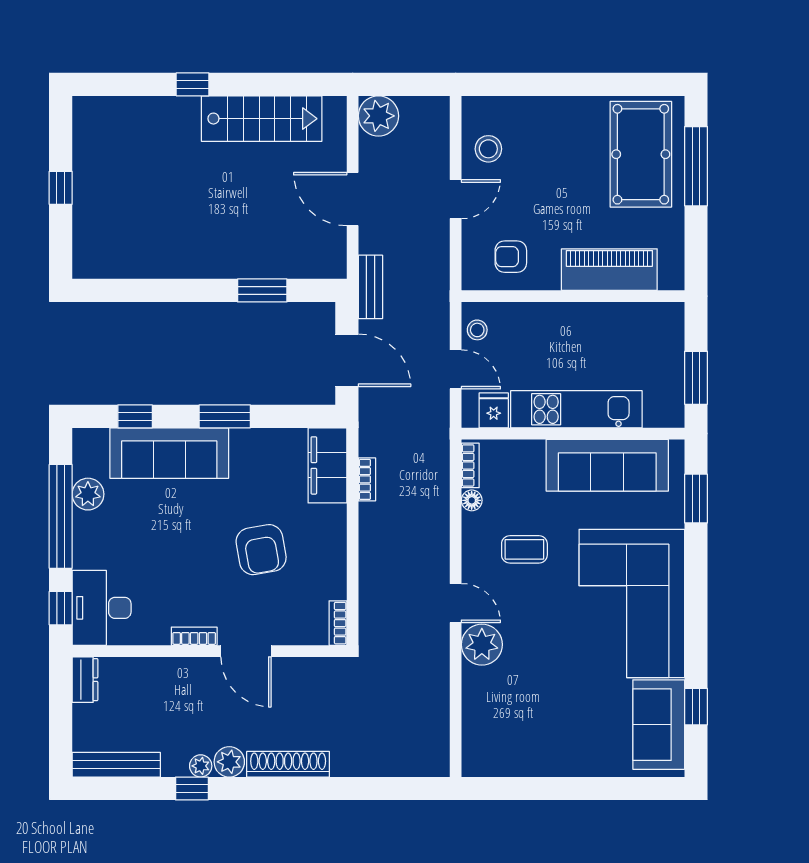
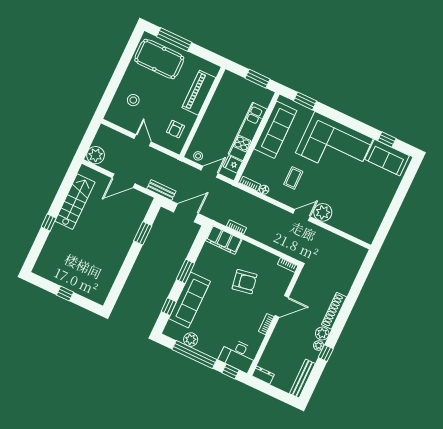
stool: (488, 149) -> (133, 100), moved

